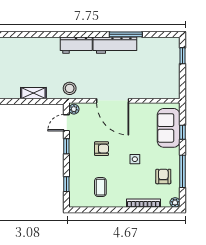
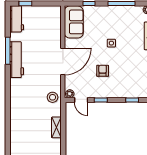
workbench: (76, 45) -> (17, 19), moved
sofa: (169, 128) -> (74, 22), moved, turned -90
armchair: (163, 176) -> (126, 19), removed
coffee table: (100, 187) -> (135, 72), removed

